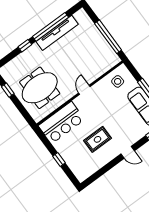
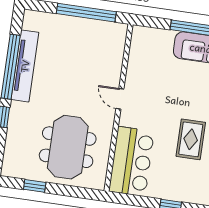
side table: (118, 81) -> (148, 52), removed

